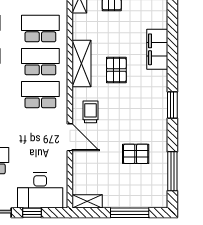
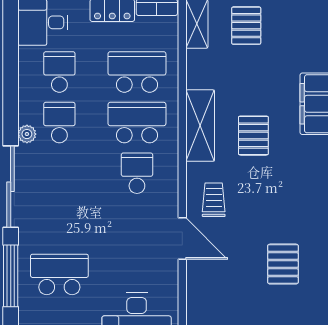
school desk: (40, 95) -> (137, 173), width x0.54
pallet: (136, 154) -> (283, 264), turned 90

